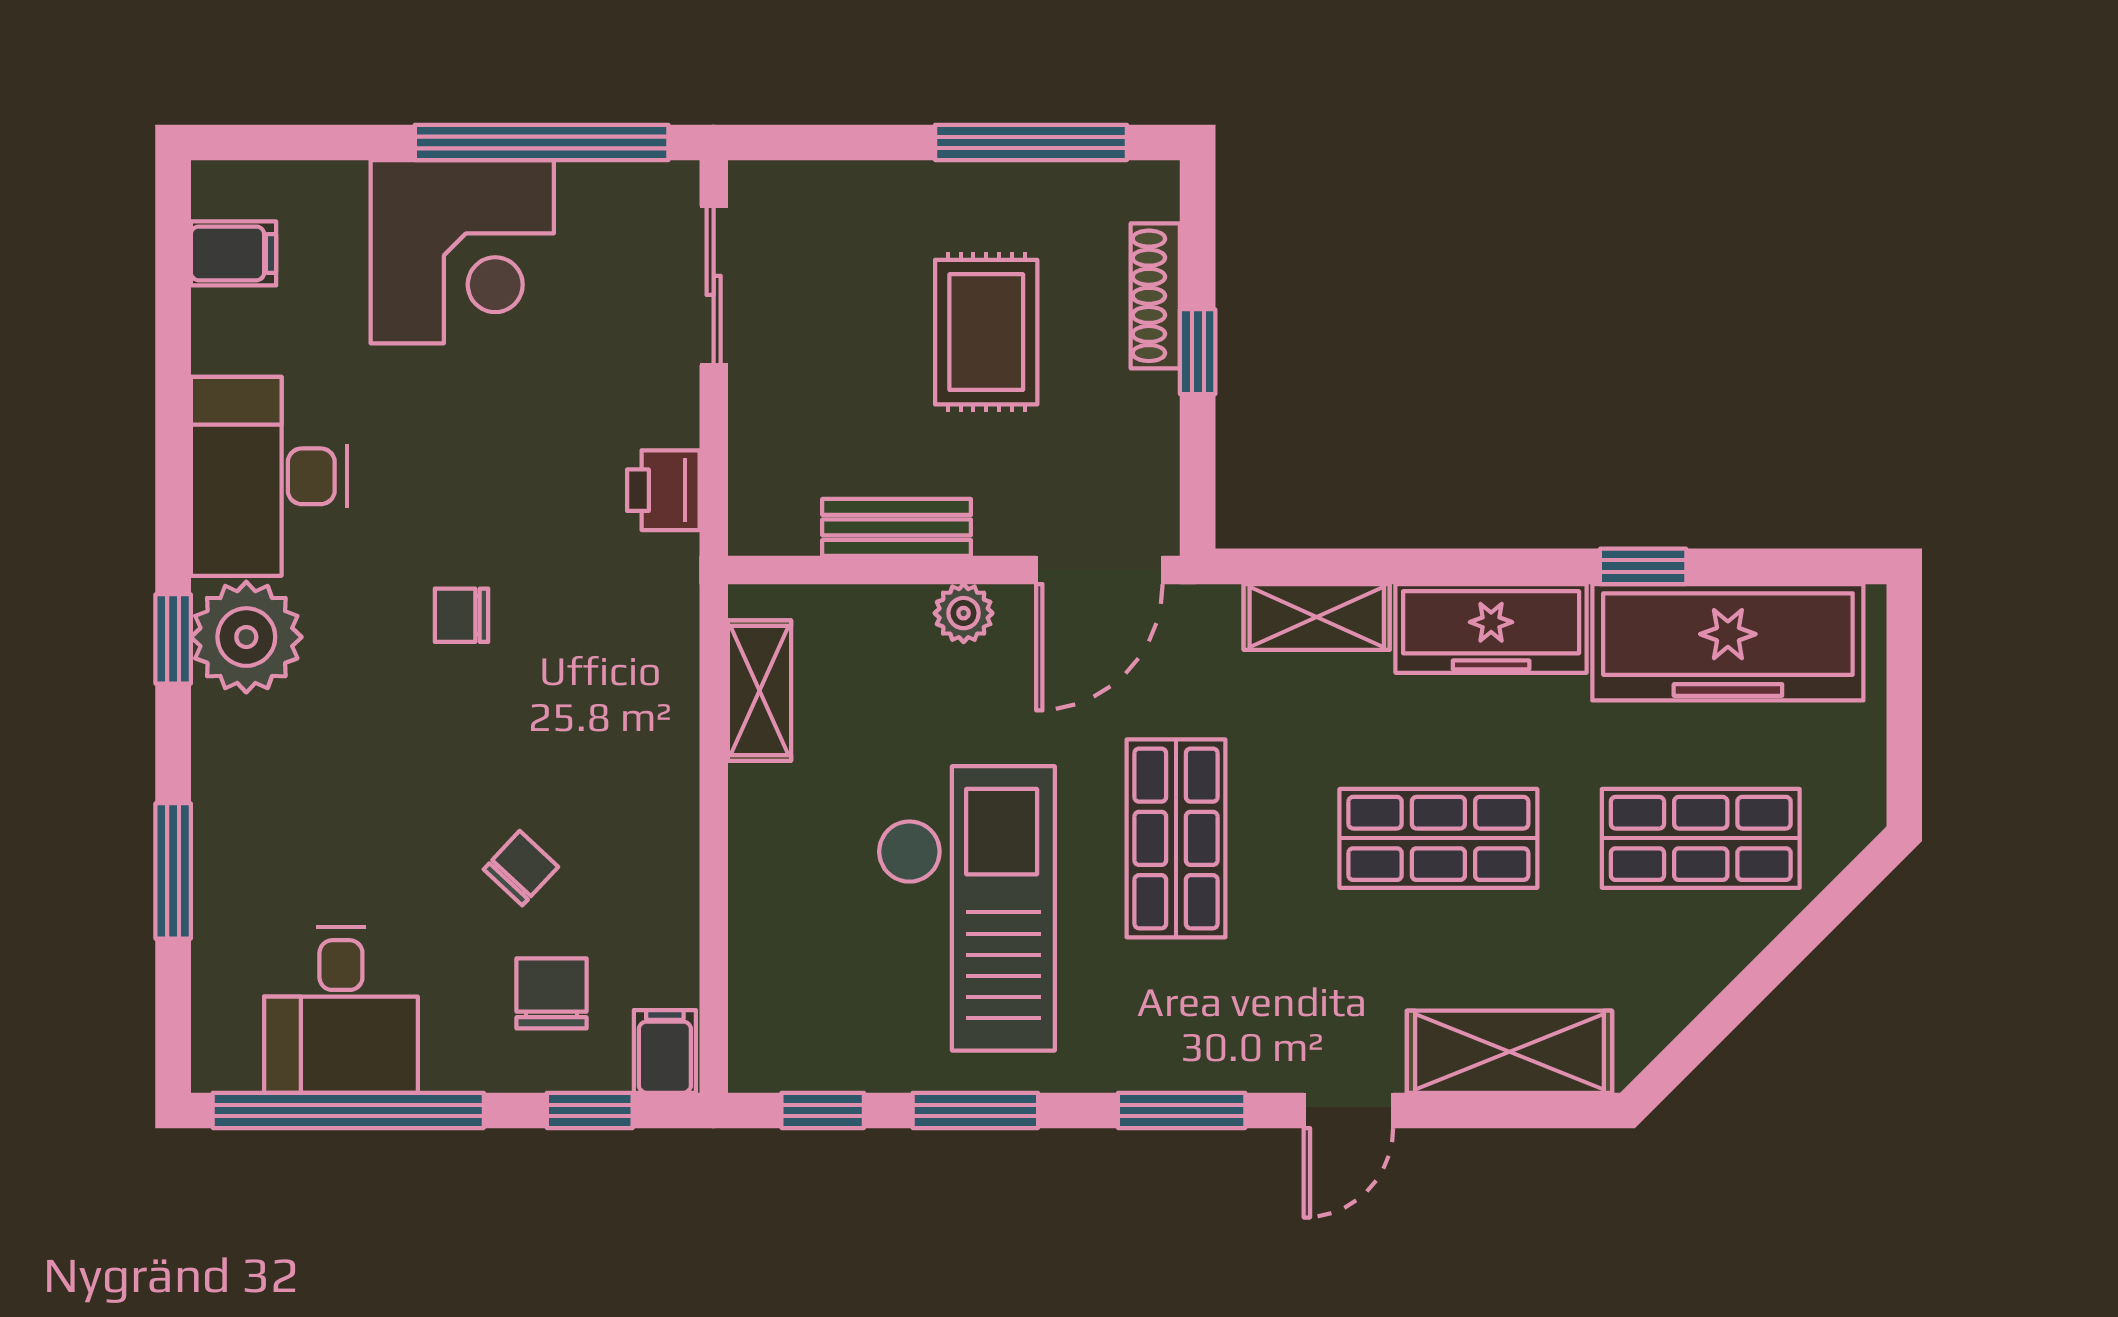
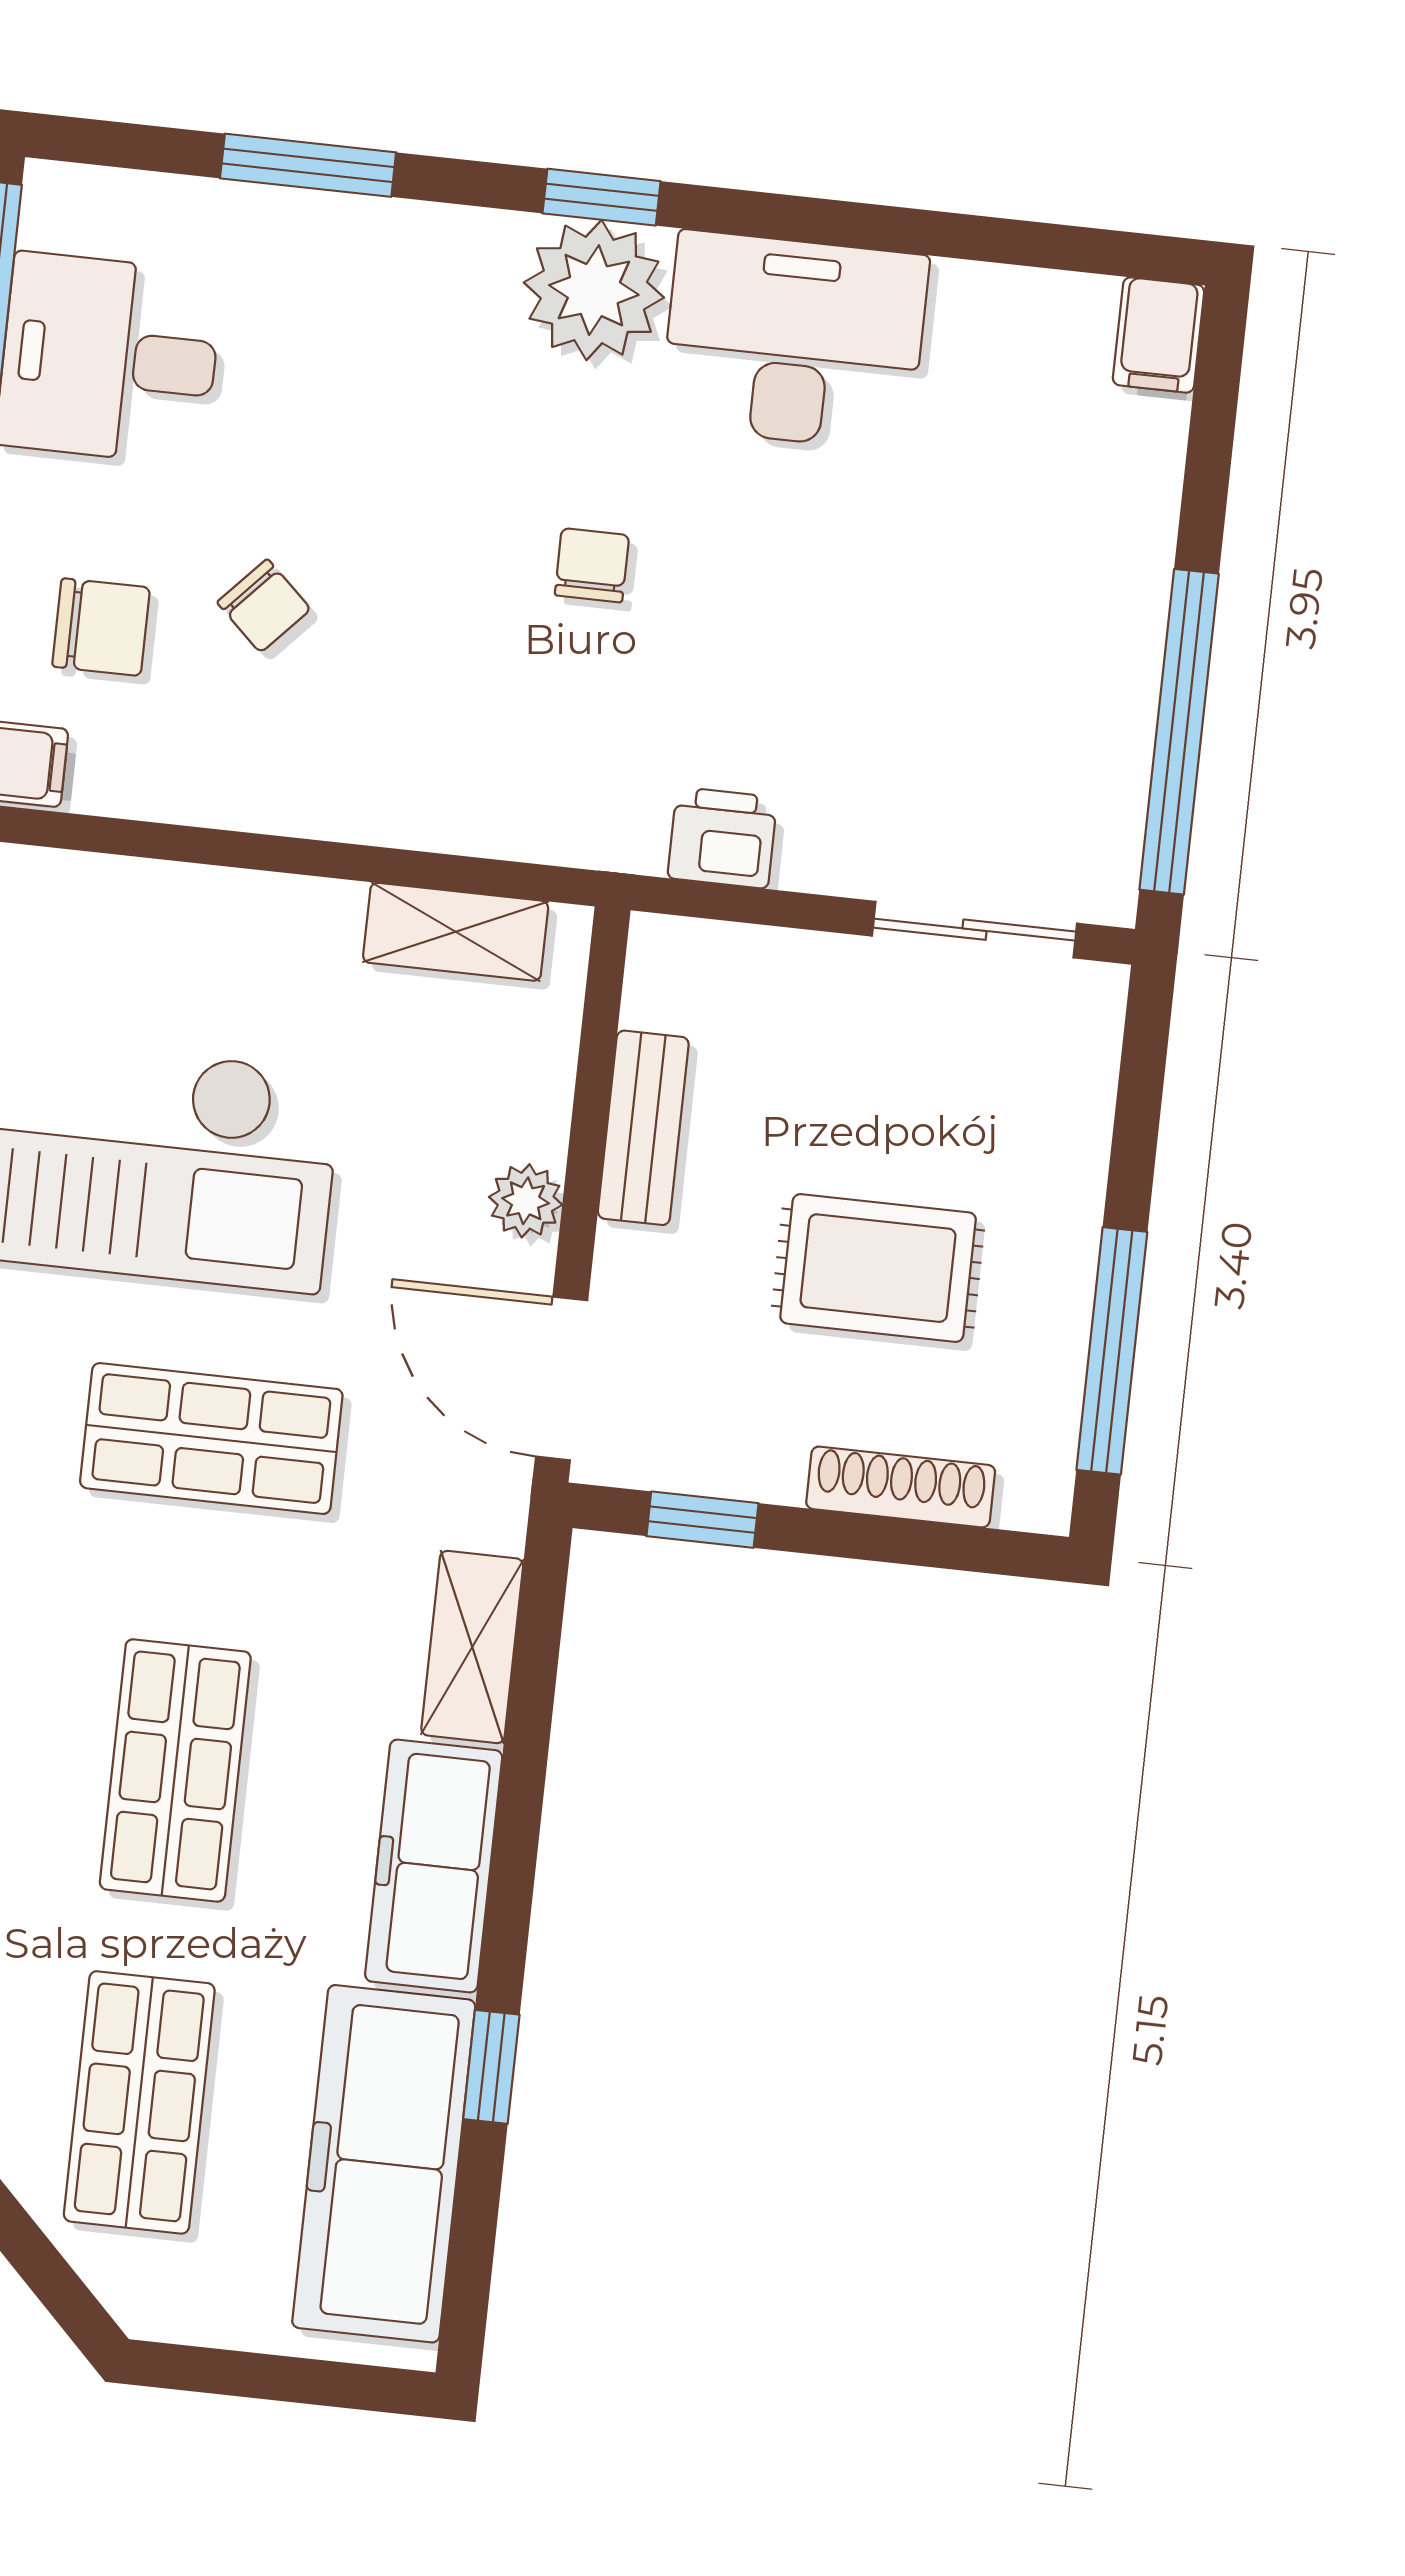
corner desk: (462, 252) -> (1052, 616), removed
filing cabinet: (233, 253) -> (1159, 335), moved
window: (1198, 352) -> (702, 1520), moved

